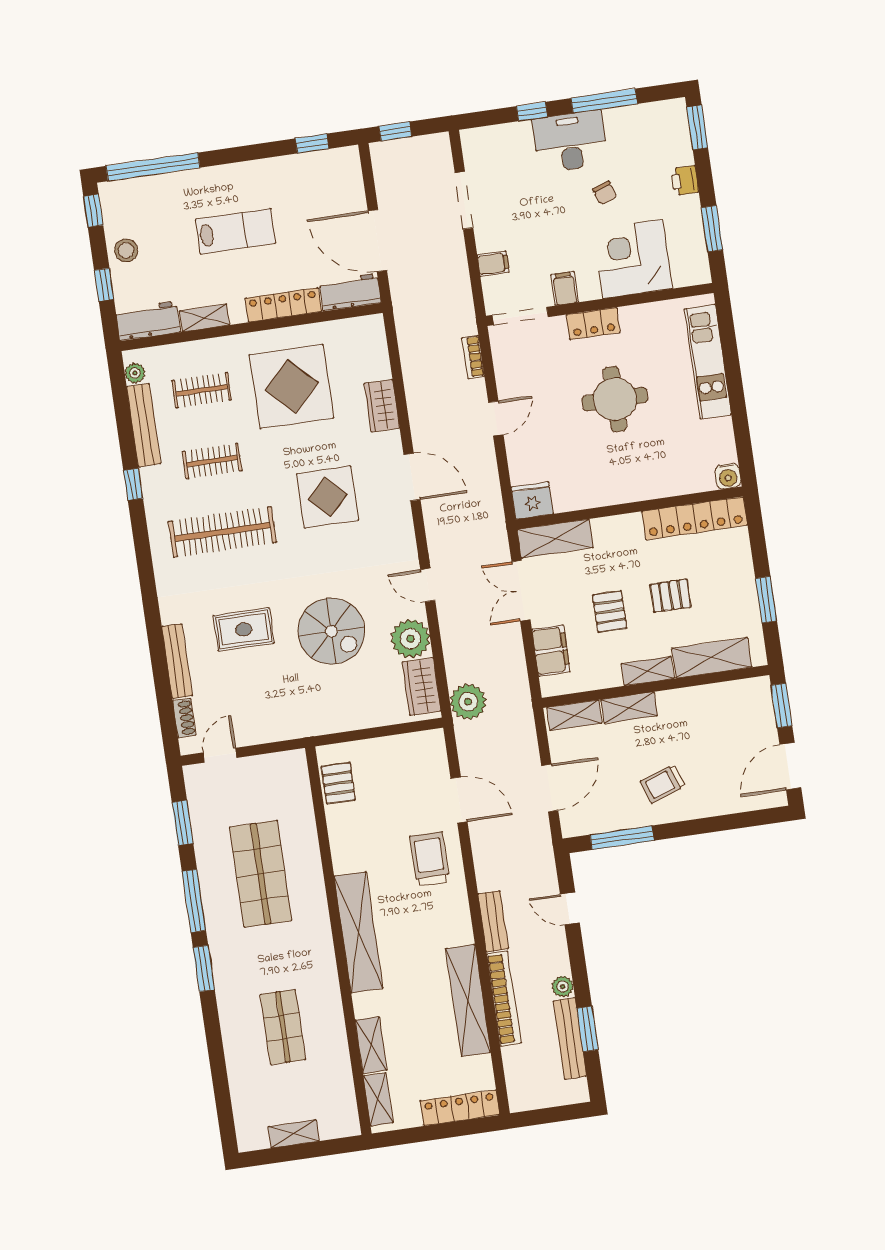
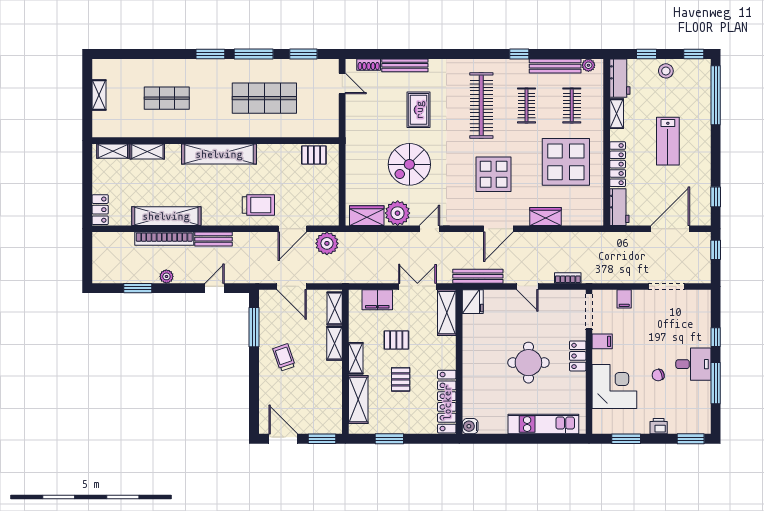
desk: (570, 142) -> (693, 364), width x0.73
door: (377, 241) -> (670, 229), moved
plant: (468, 702) -> (327, 243), moved
bench: (570, 1039) -> (478, 276), moved
locker: (460, 1108) -> (100, 210), width x0.66

